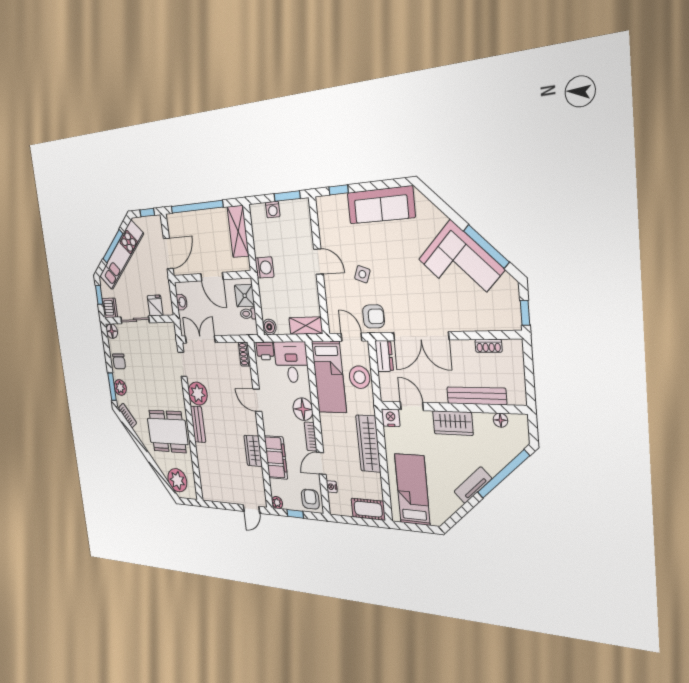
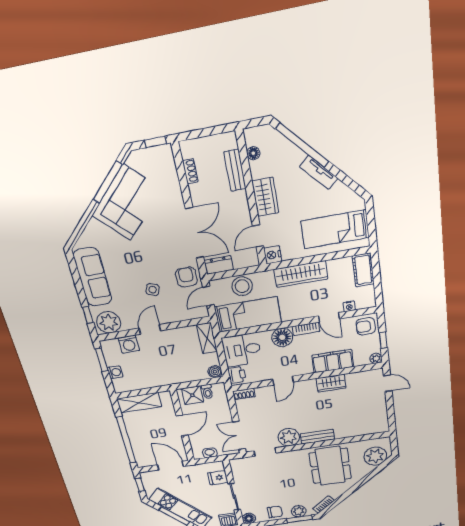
plant: (329, 214) -> (109, 322), added
washing machine: (264, 268) -> (129, 344), moved, turned 180
bench: (476, 396) -> (235, 170), width x0.73

